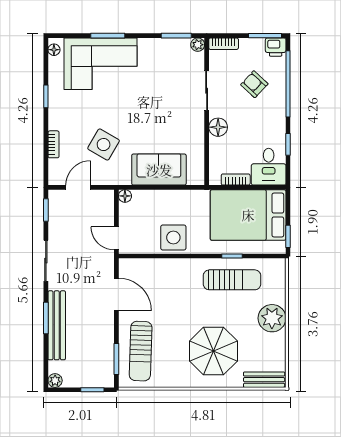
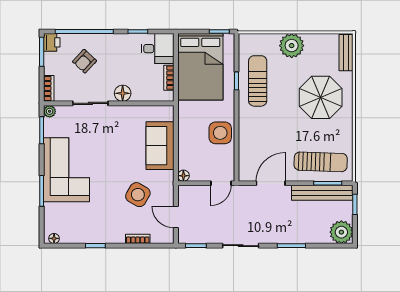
corner sofa: (101, 64) -> (66, 170), moved
bench: (57, 325) -> (322, 193), moved
plant: (55, 381) -> (341, 232), width x1.88, depth x1.88

